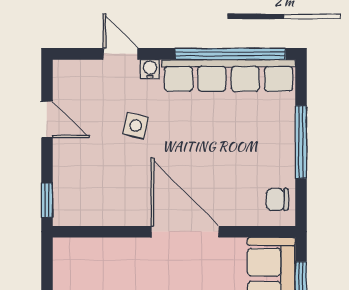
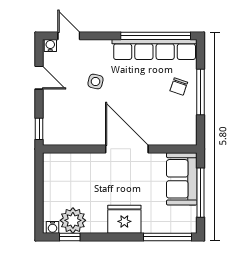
door: (121, 54) -> (69, 36), moved
water cooler: (150, 69) -> (50, 45), moved
chair: (277, 199) -> (179, 86), moved, turned -71

